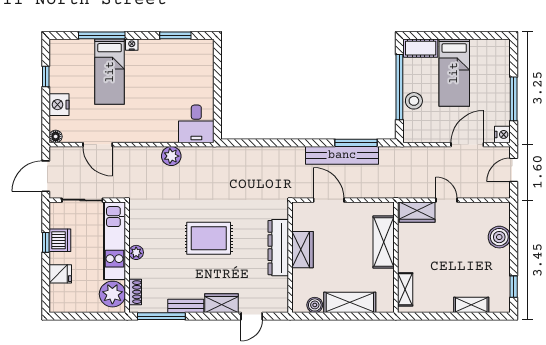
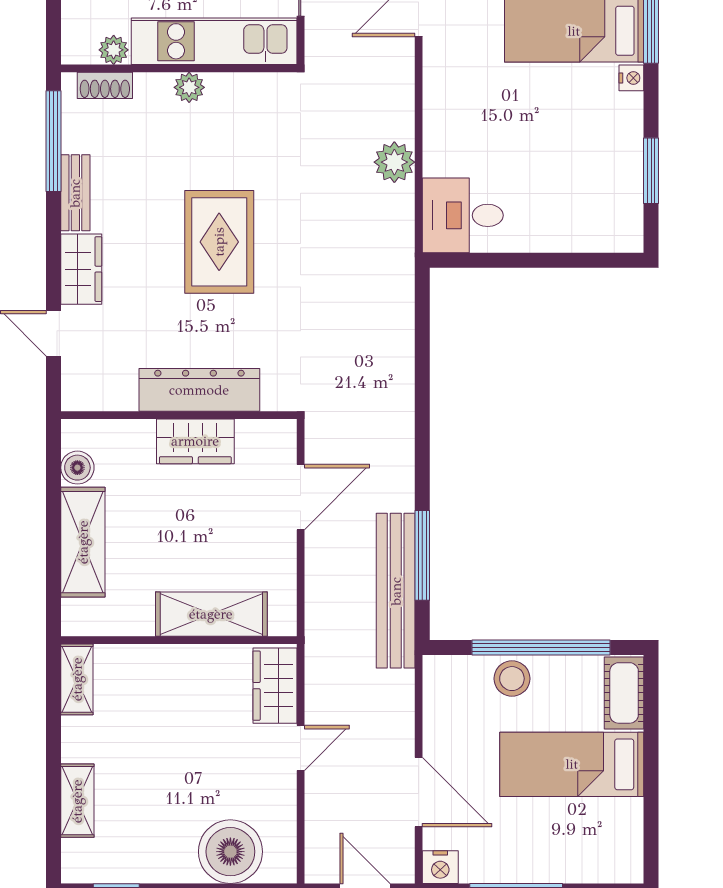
bench: (342, 155) -> (396, 591), moved
boiler: (499, 237) -> (230, 852), width x1.37, depth x1.37
shelving: (405, 289) -> (77, 679), moved, turned 90
plant: (112, 294) -> (114, 50), width x0.53, depth x0.53

